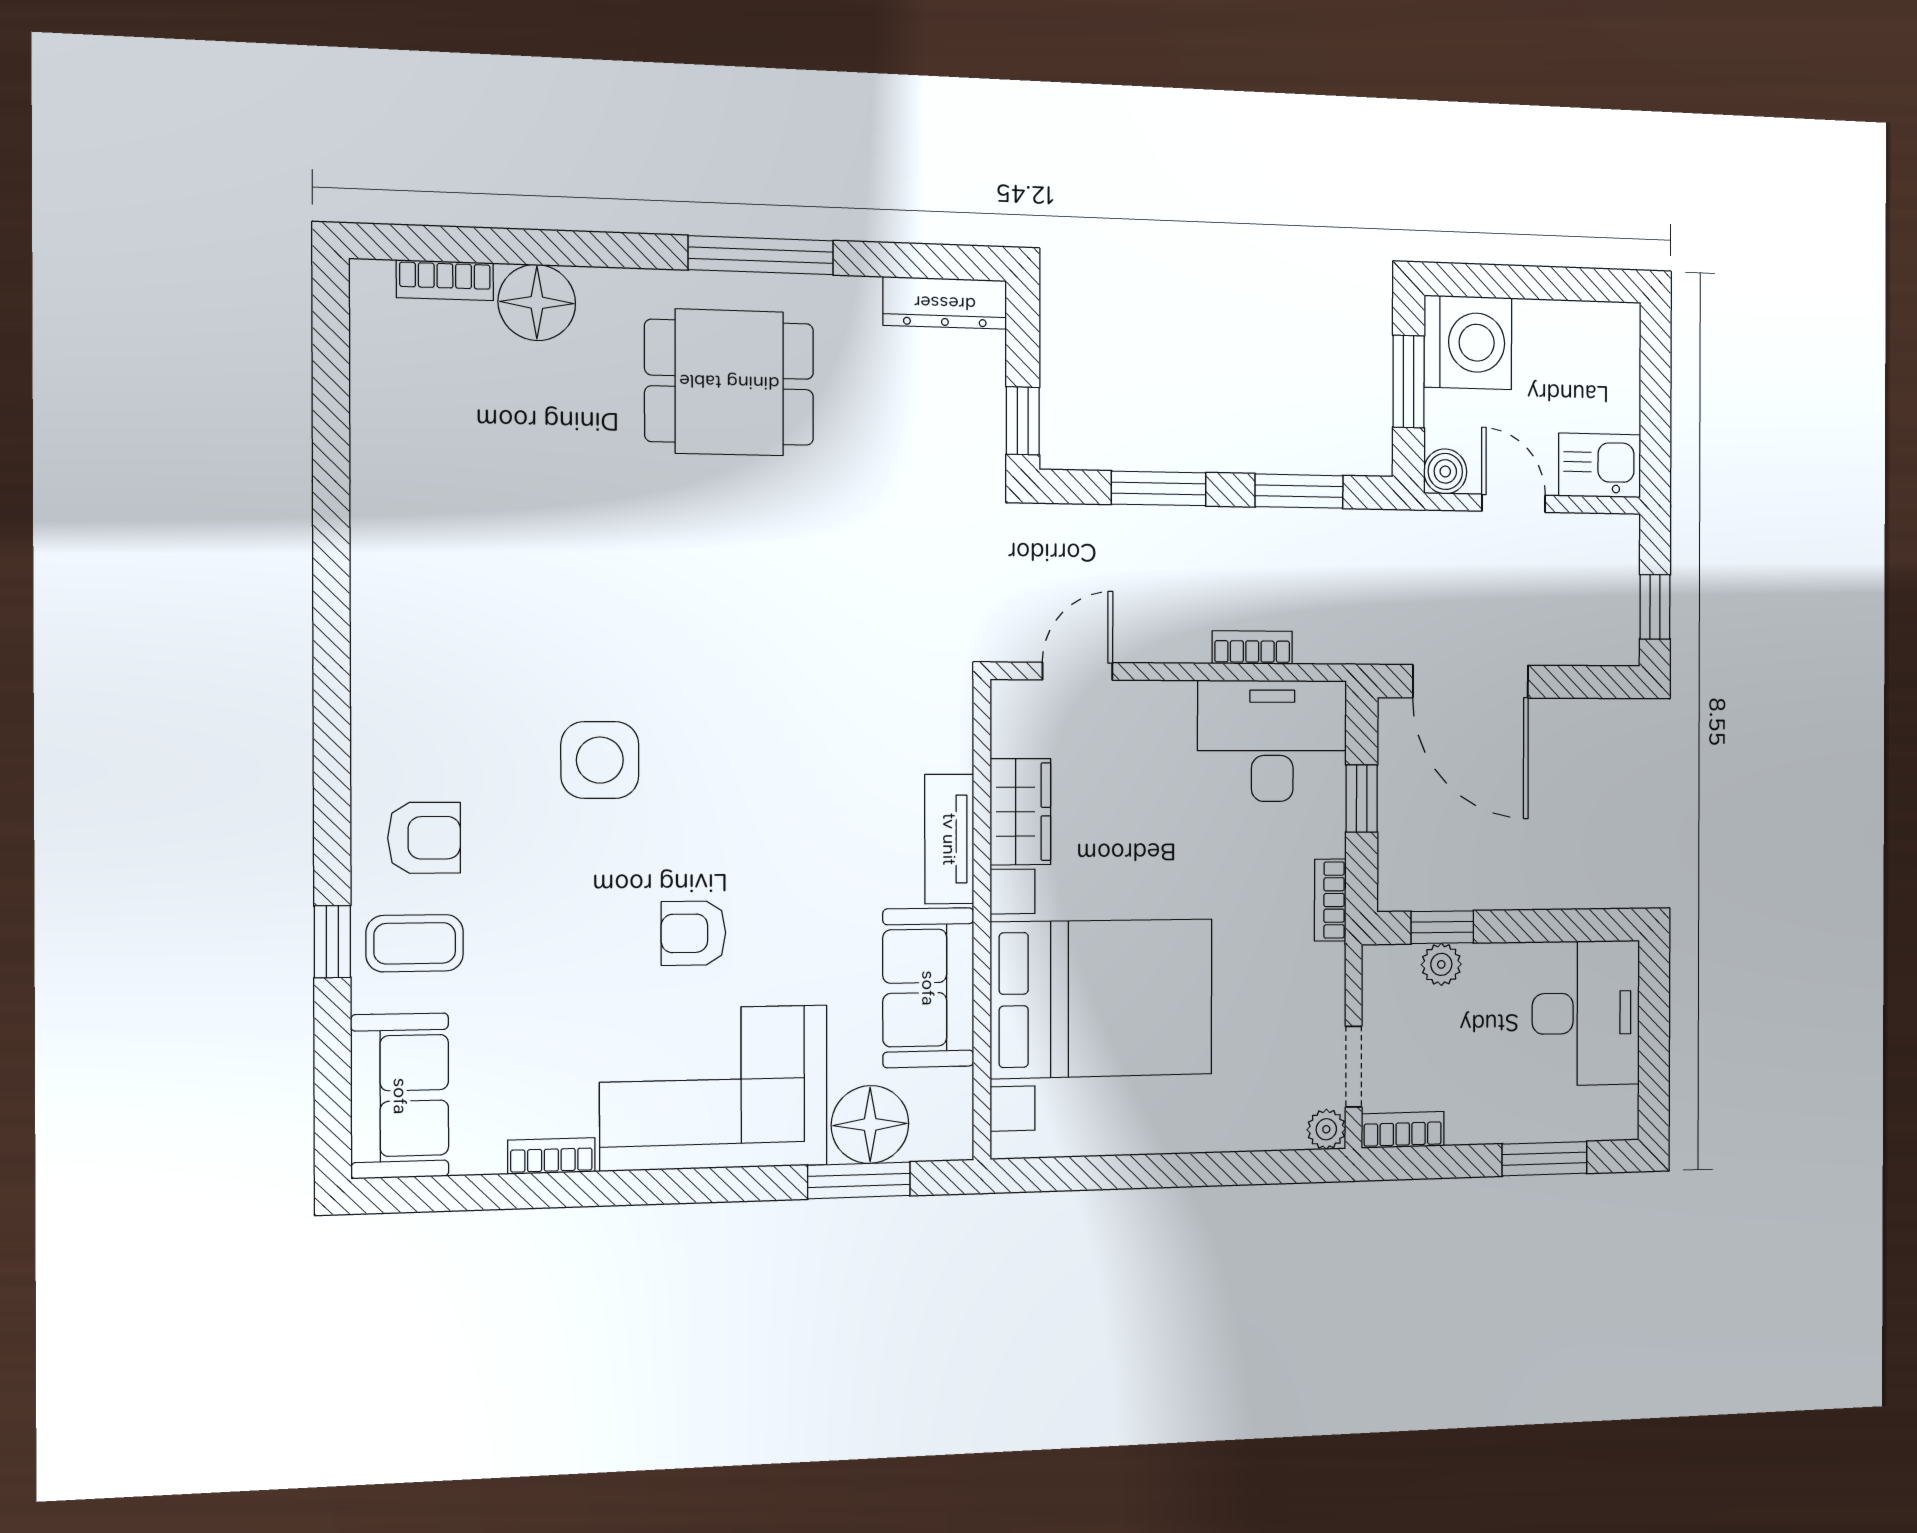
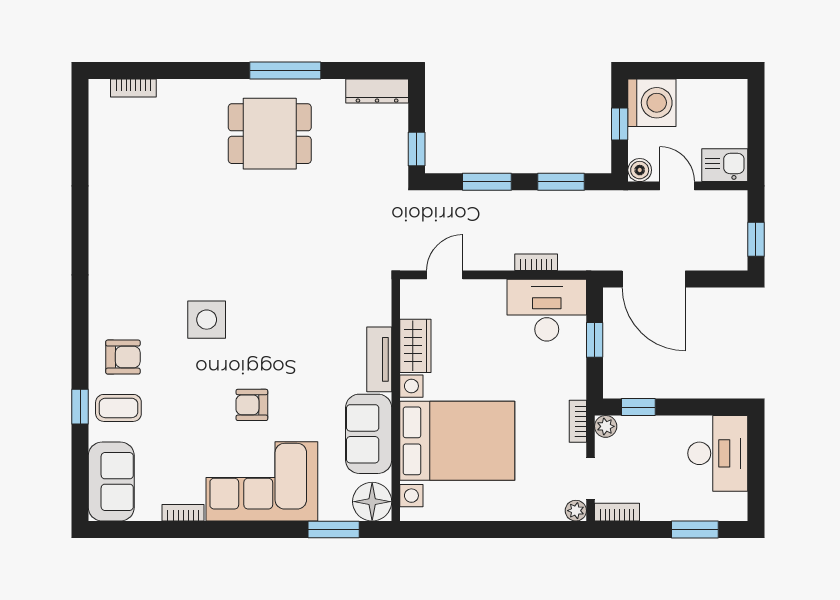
floor lamp: (537, 303) -> (177, 97), removed
window: (1409, 382) -> (620, 124), width x0.67
bookcase: (1330, 900) -> (578, 421), moved
plant: (1441, 964) -> (606, 426), moved
floor lamp: (870, 1124) -> (372, 502), moved

